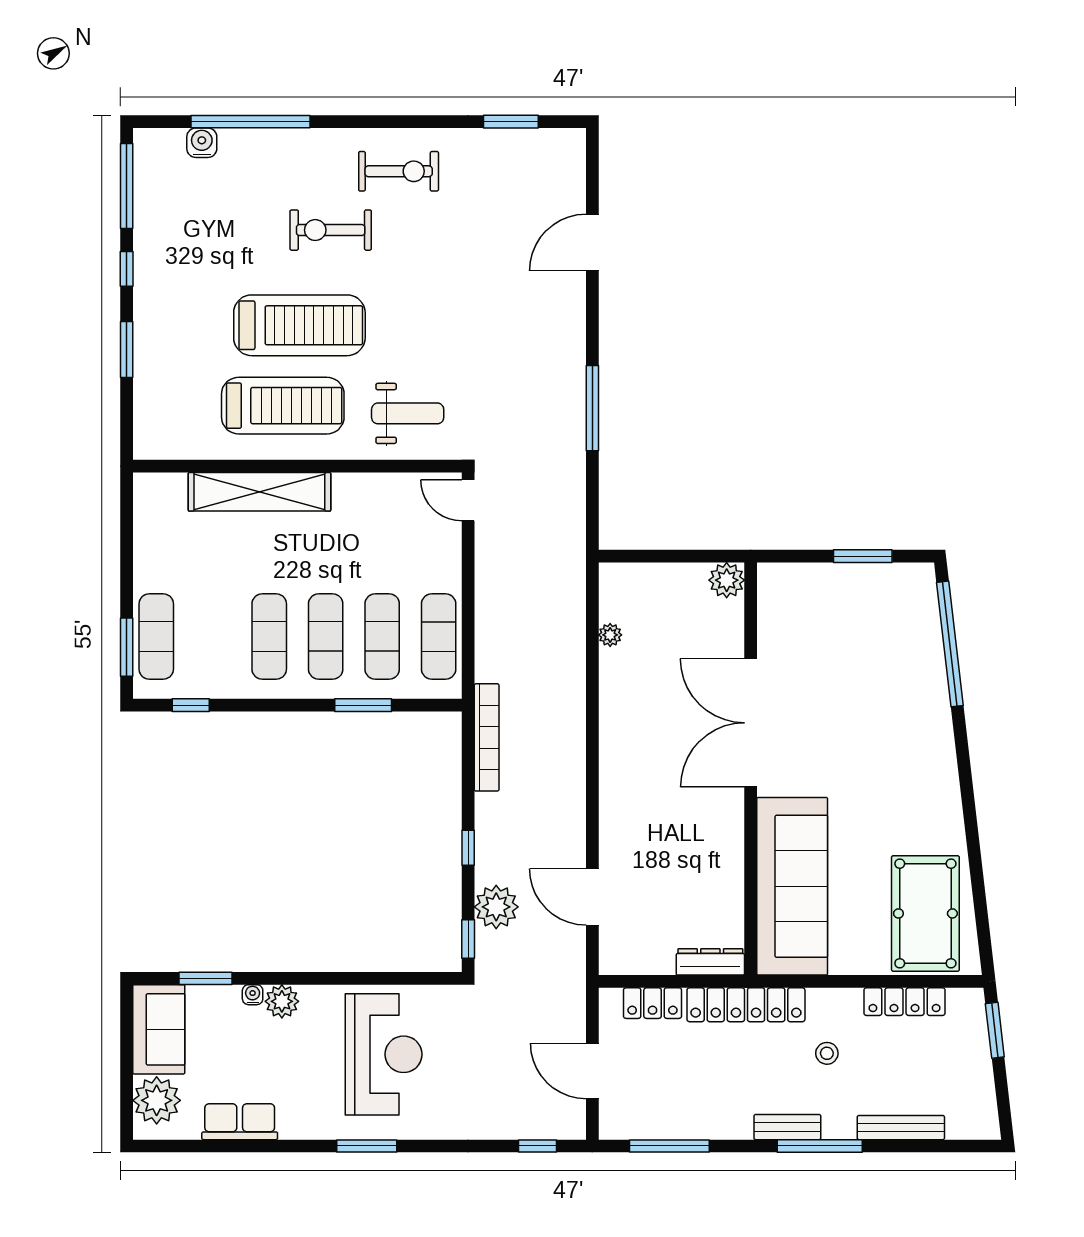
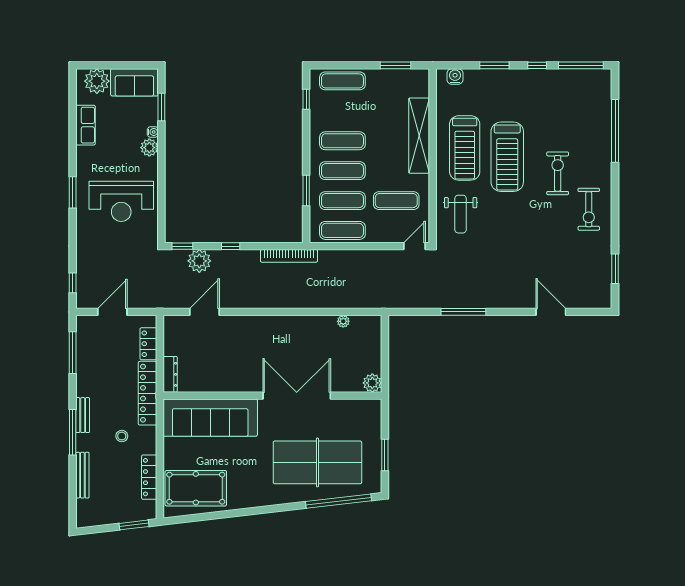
water cooler: (202, 143) -> (455, 76), moved, turned -90
exercise mat: (382, 535) -> (396, 201), added
window: (127, 647) -> (396, 65), moved
table tennis table: (877, 684) -> (317, 462), added

